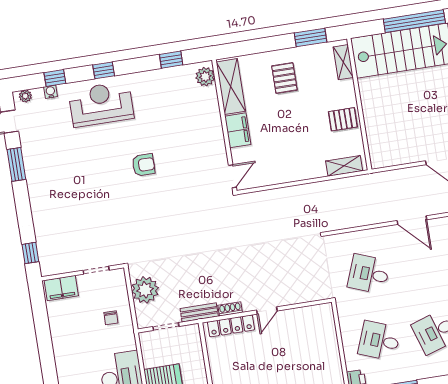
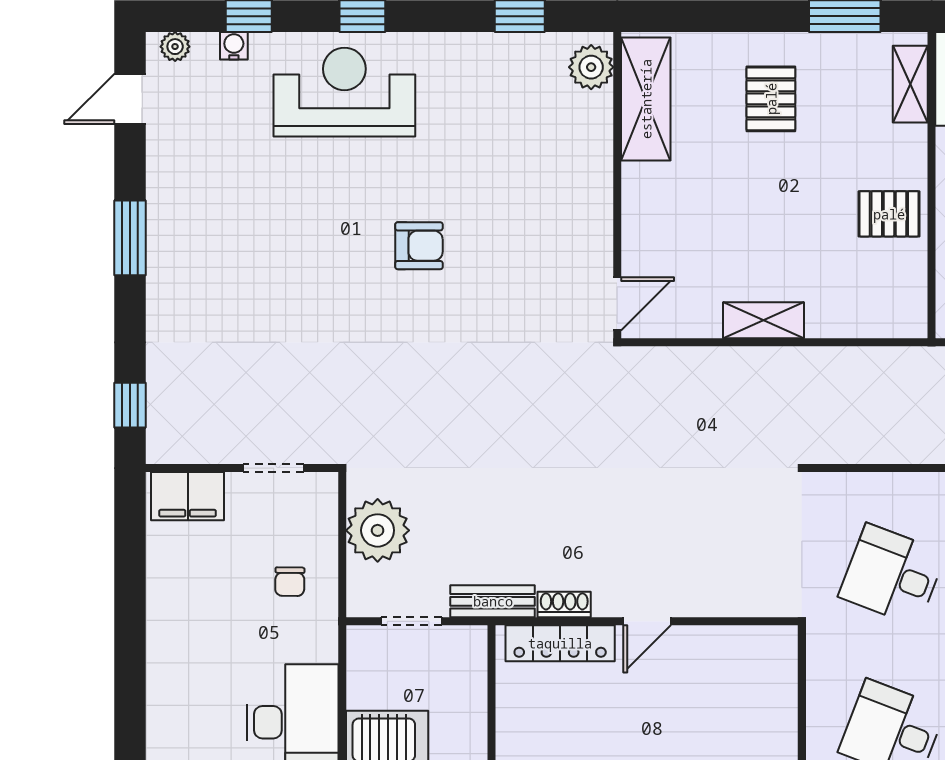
filing cabinet: (238, 130) -> (646, 201), removed
window: (16, 164) -> (130, 238), moved
shelving: (344, 166) -> (763, 320), moved

